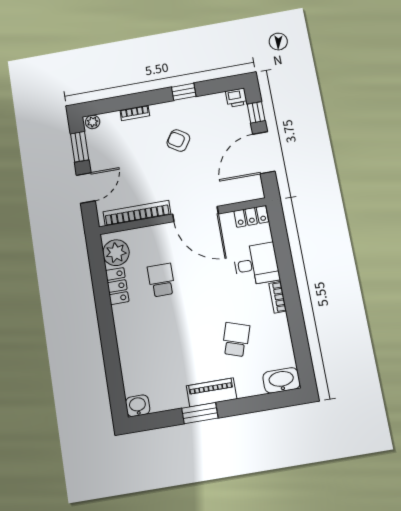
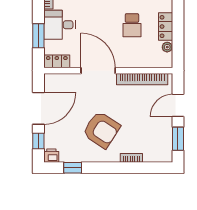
window: (184, 92) -> (73, 168), moved
plant: (93, 122) -> (165, 157), removed
armchair: (178, 141) -> (101, 130), width x1.88, depth x1.88
window: (281, 245) -> (38, 36), added
plant: (116, 253) -> (167, 47), width x0.53, depth x0.53

